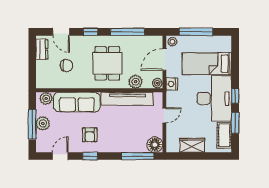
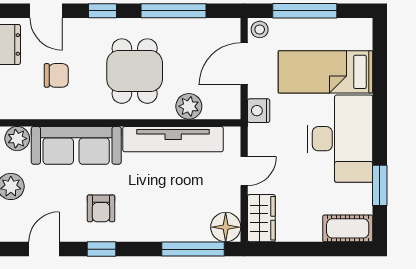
plant: (157, 83) -> (231, 109), removed
window: (235, 96) -> (380, 134), removed
cot: (224, 135) -> (348, 228), moved, turned 90
wardrobe: (192, 145) -> (261, 218), moved, turned 90

